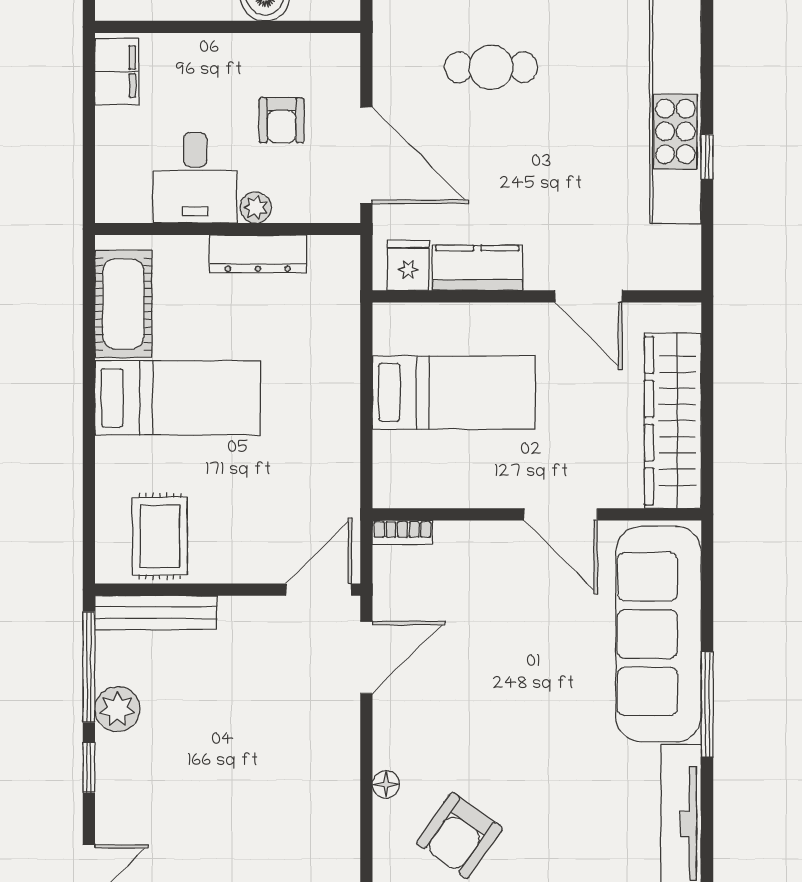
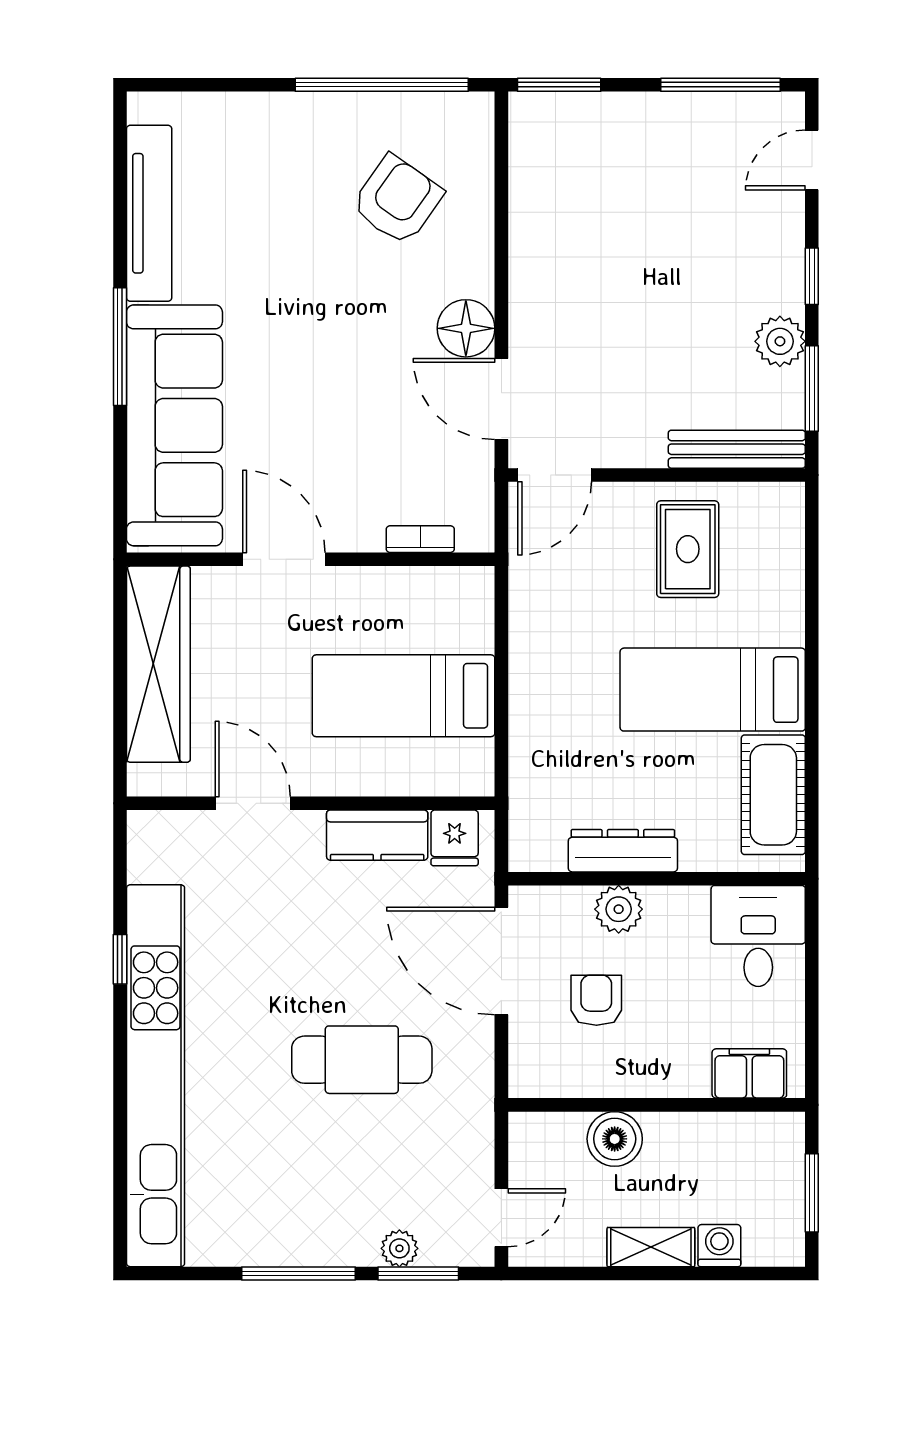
cafe table: (491, 67) -> (362, 1060), width x1.37, depth x1.35
filing cabinet: (117, 71) -> (749, 1073), moved, turned 90
desk: (195, 178) -> (758, 936), moved
plant: (256, 208) -> (619, 909), width x1.38, depth x1.38
bookcase: (402, 532) -> (420, 539), moved
rug: (160, 536) -> (688, 549), moved
door: (366, 658) -> (501, 399), hinge flipped
window: (89, 667) -> (812, 388), width x0.69
floor lamp: (386, 784) -> (466, 328), moved, width x1.89, depth x1.89

